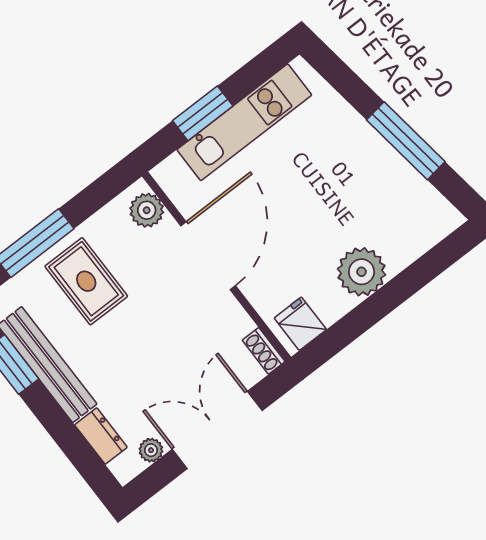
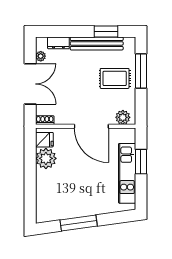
plant: (362, 272) -> (46, 158), moved

